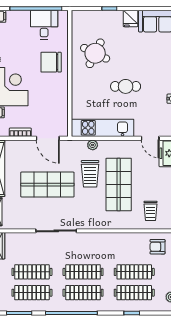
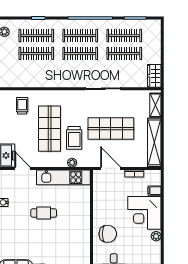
round table: (95, 53) -> (70, 241), removed
trolley: (90, 174) -> (74, 138), turned 180
armchair: (158, 247) -> (16, 75), removed

